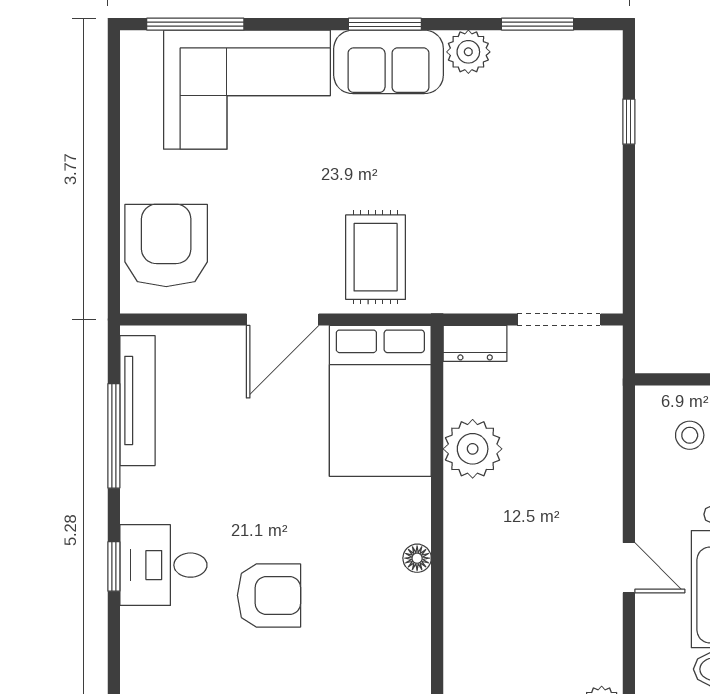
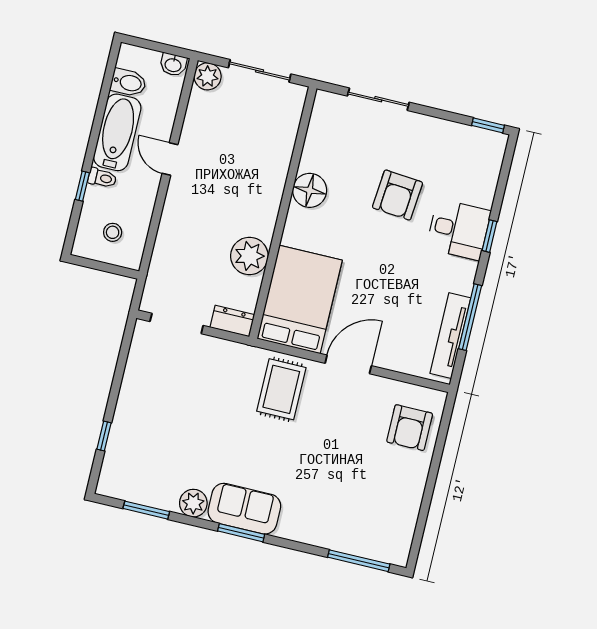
corner sofa: (247, 90) -> (336, 512), removed
armchair: (166, 245) -> (410, 428), width x0.73, depth x0.73
floor lamp: (417, 558) -> (310, 190), width x1.89, depth x1.89
armchair: (269, 595) -> (397, 195), turned -85

